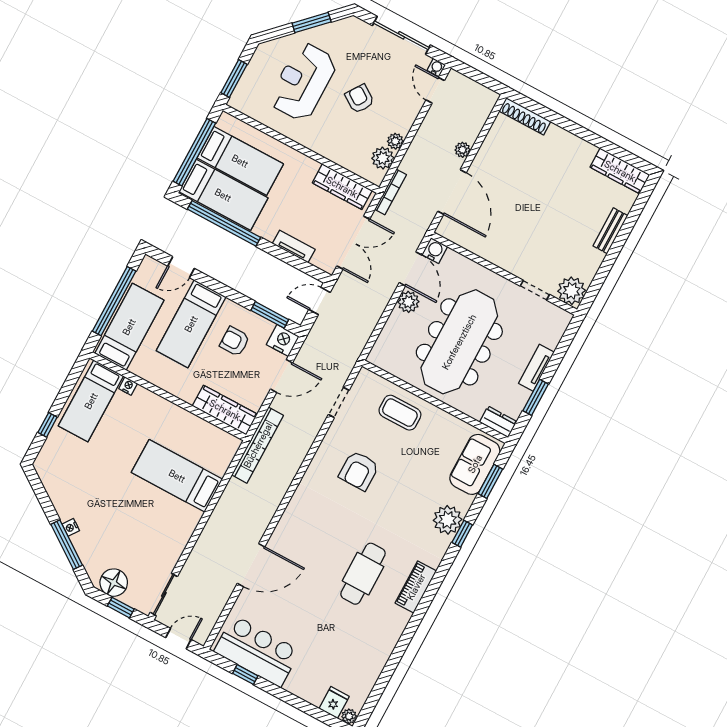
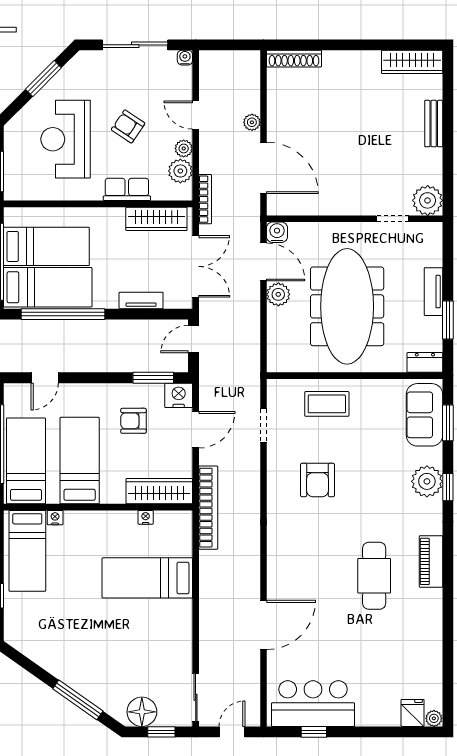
door: (435, 90) -> (196, 115), moved
row of seats: (331, 150) -> (127, 189), added
bed: (191, 324) -> (80, 461), moved, turned 180
nightstand: (71, 527) -> (146, 517), moved, turned 145

